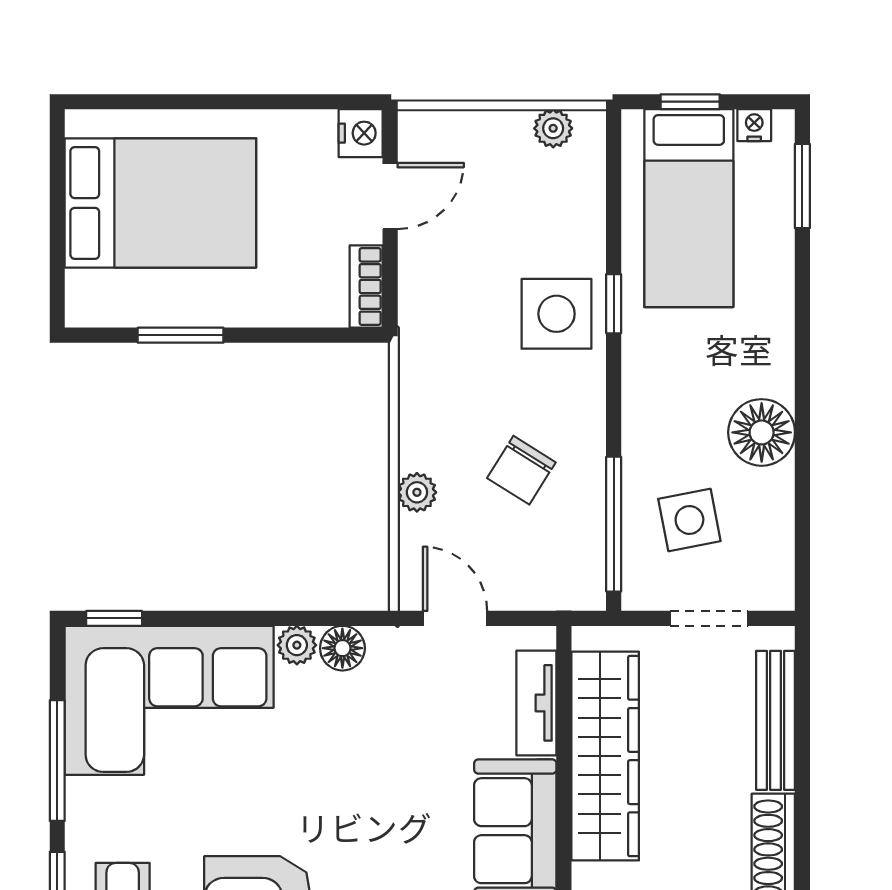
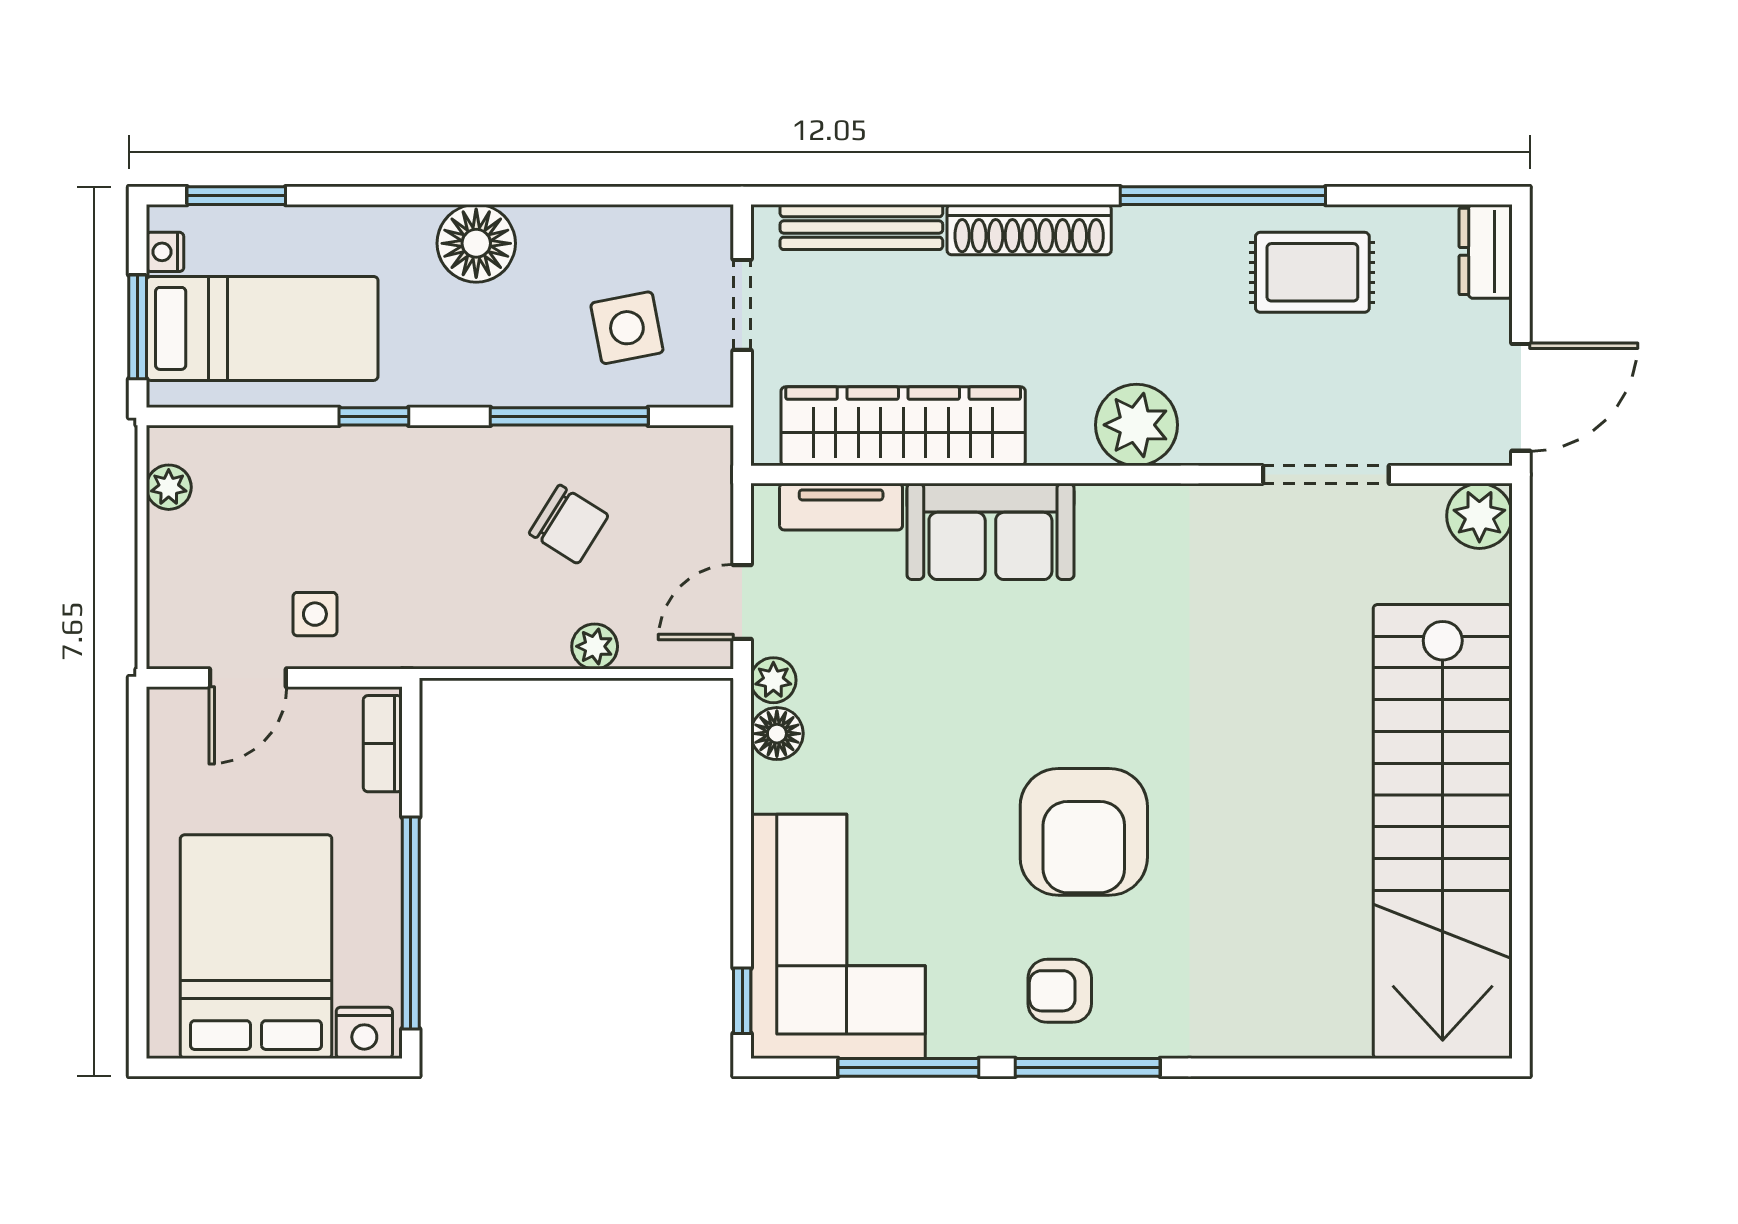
window: (690, 102) -> (138, 327), width x1.50
nightstand: (361, 133) -> (364, 1033), moved, turned 180
door: (390, 196) -> (248, 678), swing flipped
bookcase: (366, 287) -> (383, 744), moved, turned 90
side table: (557, 314) -> (315, 614), moved, width x0.54, depth x0.54
window: (181, 335) -> (411, 923), width x2.11
floor lamp: (762, 432) -> (476, 243), moved
window: (614, 524) -> (569, 416), moved
plant: (297, 645) -> (773, 680), moved

